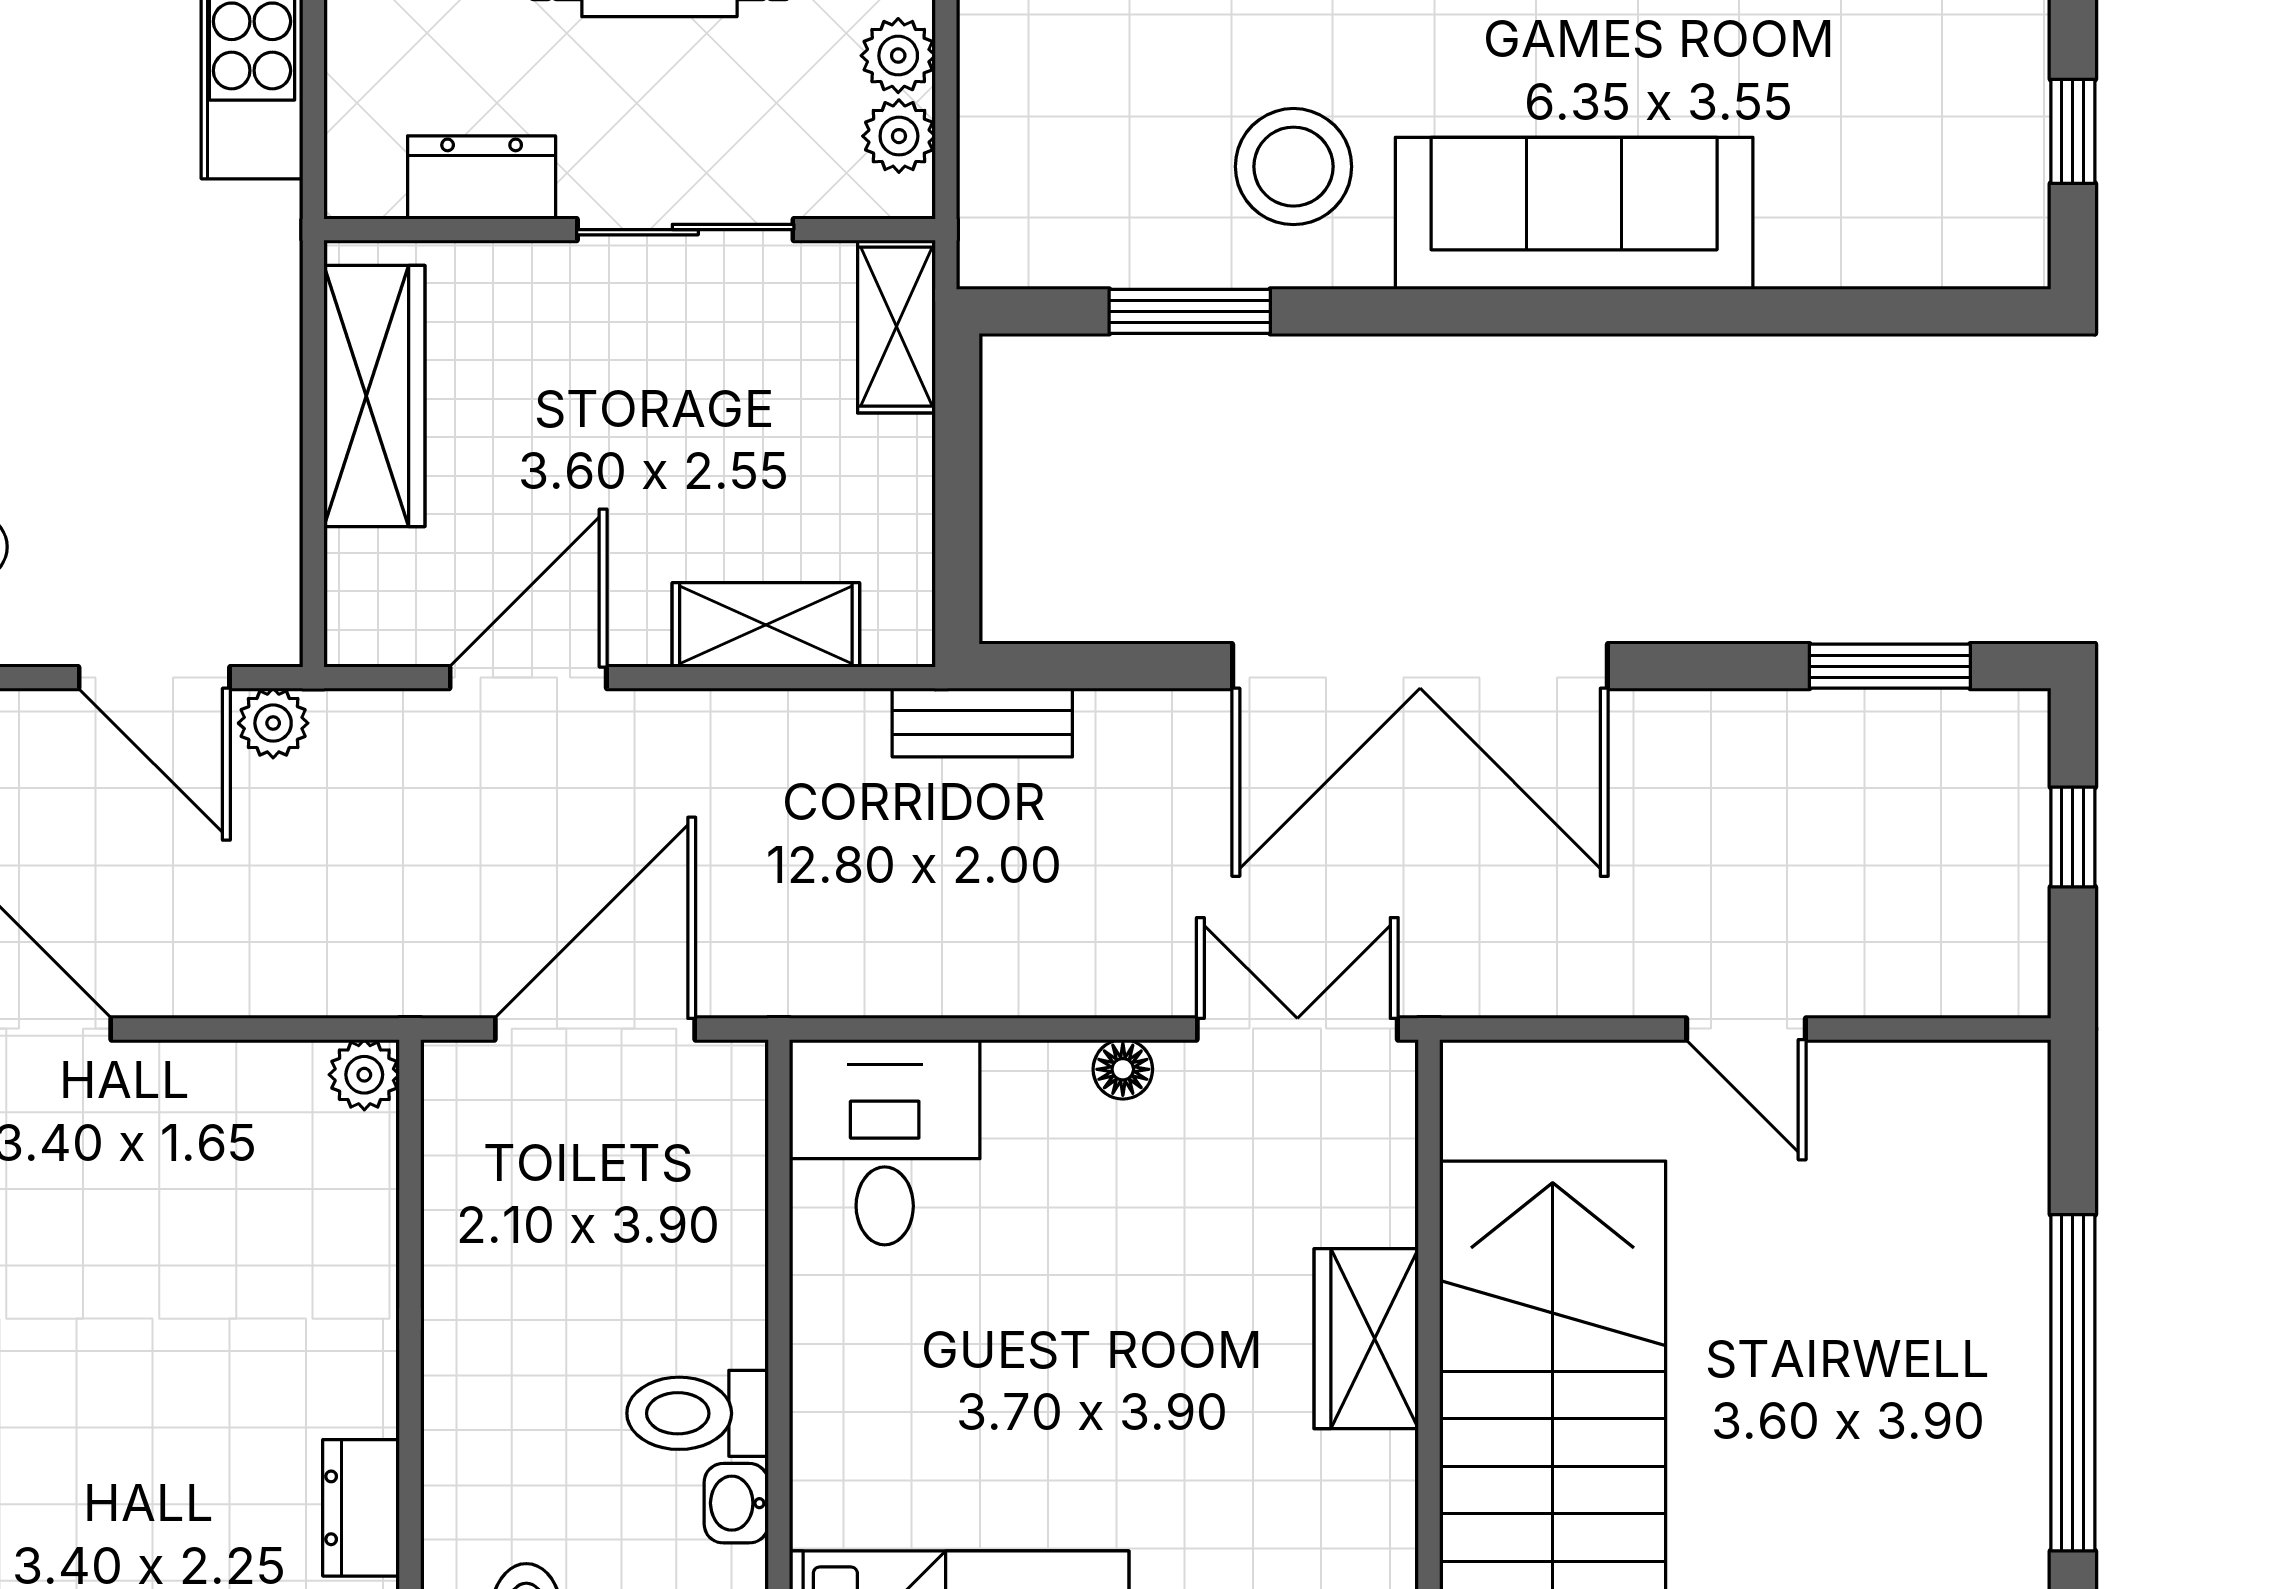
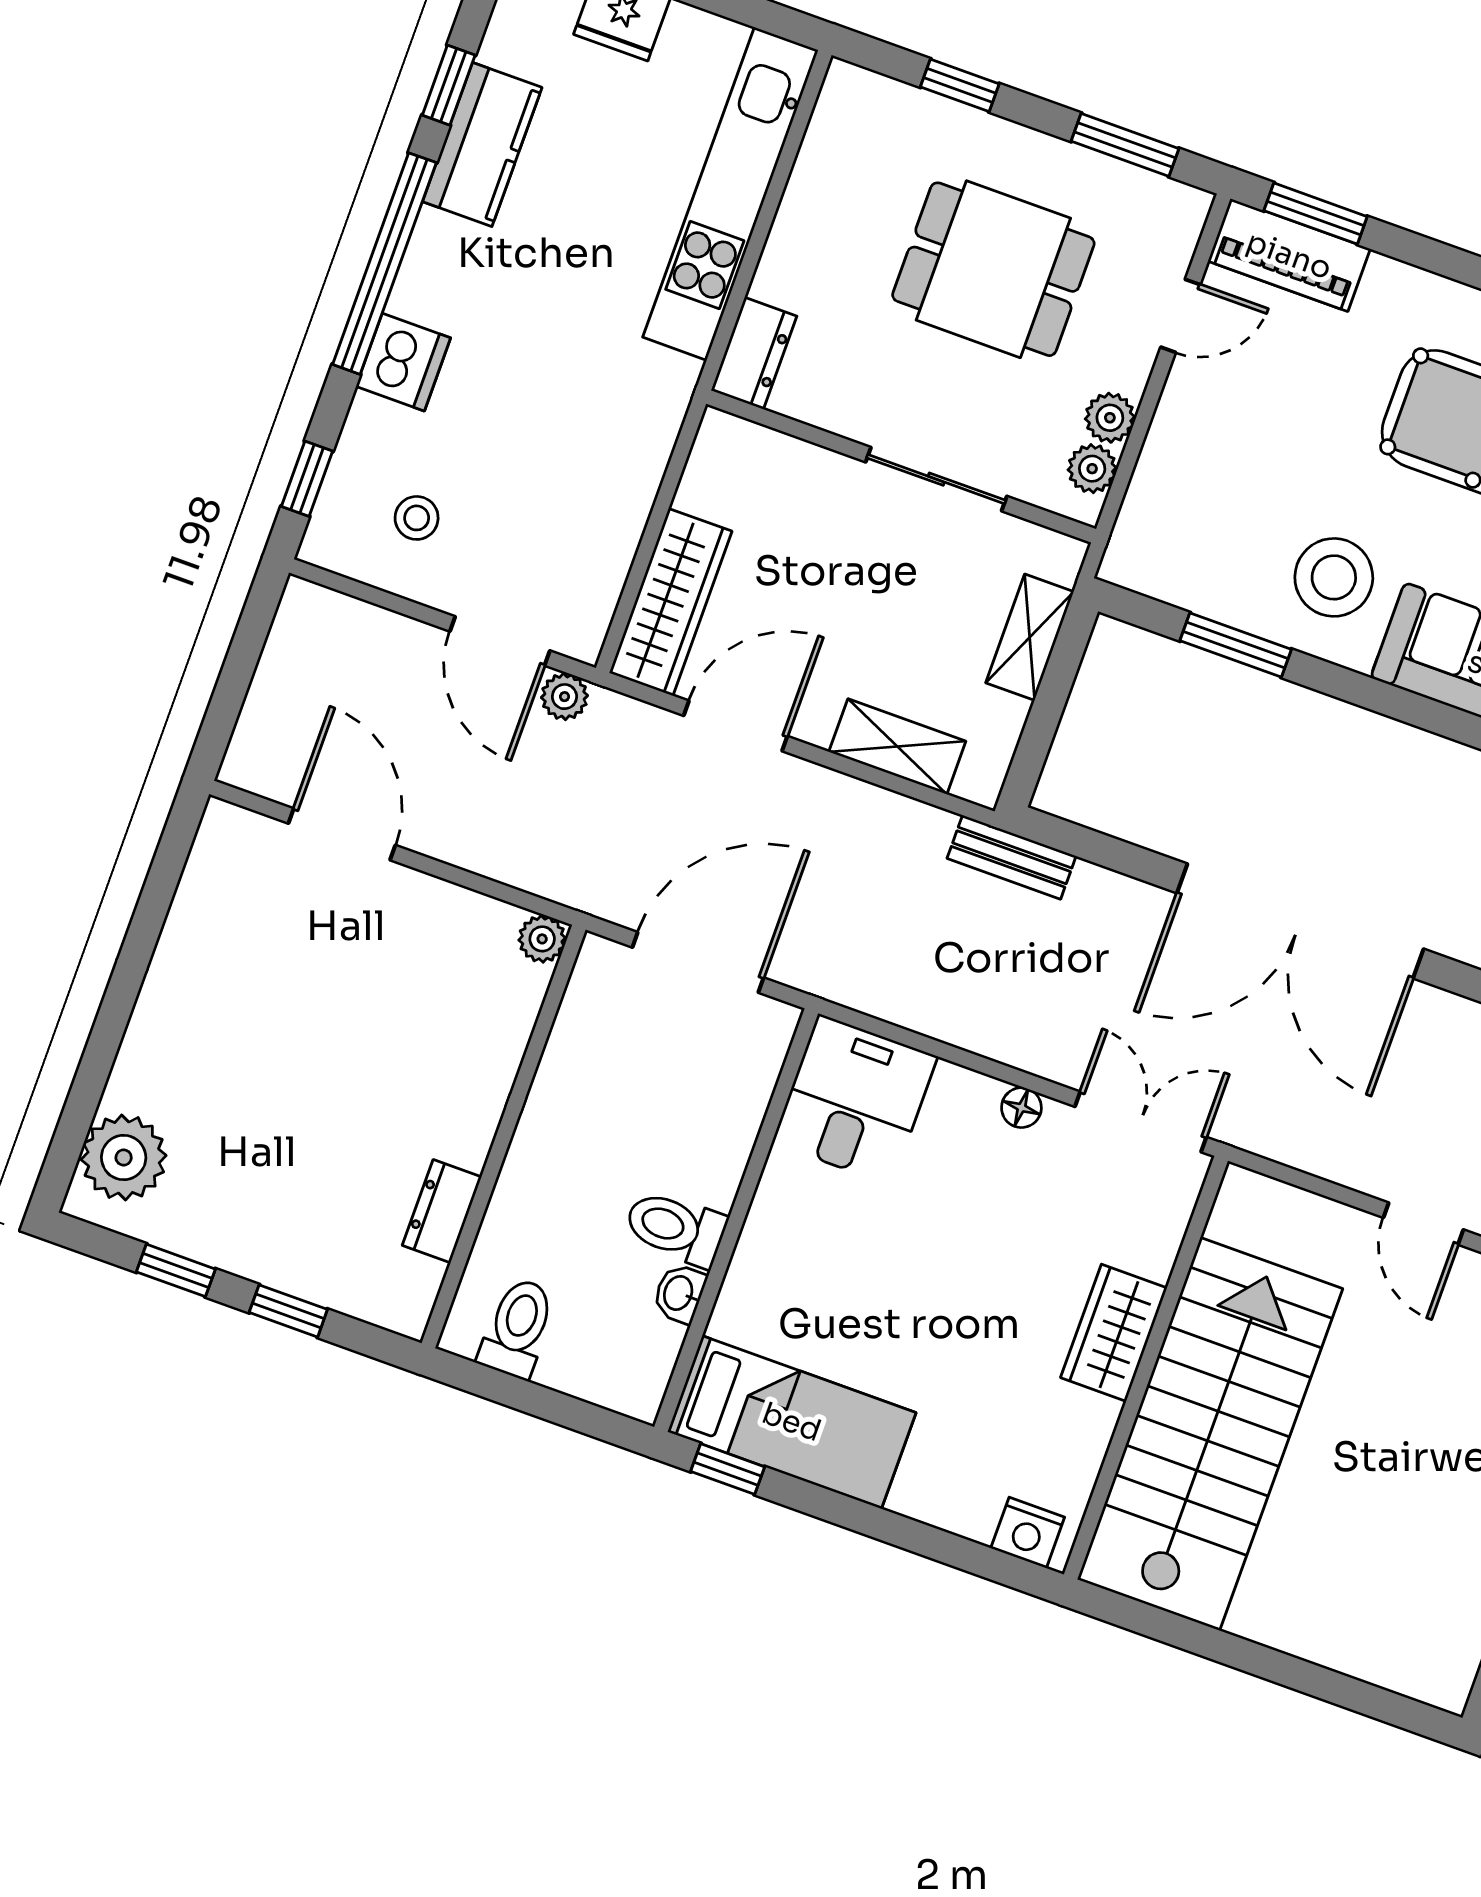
dresser: (482, 177) -> (754, 353), moved, turned 90
shelving: (896, 327) -> (1030, 637), moved
wardrobe: (374, 396) -> (671, 602), moved

